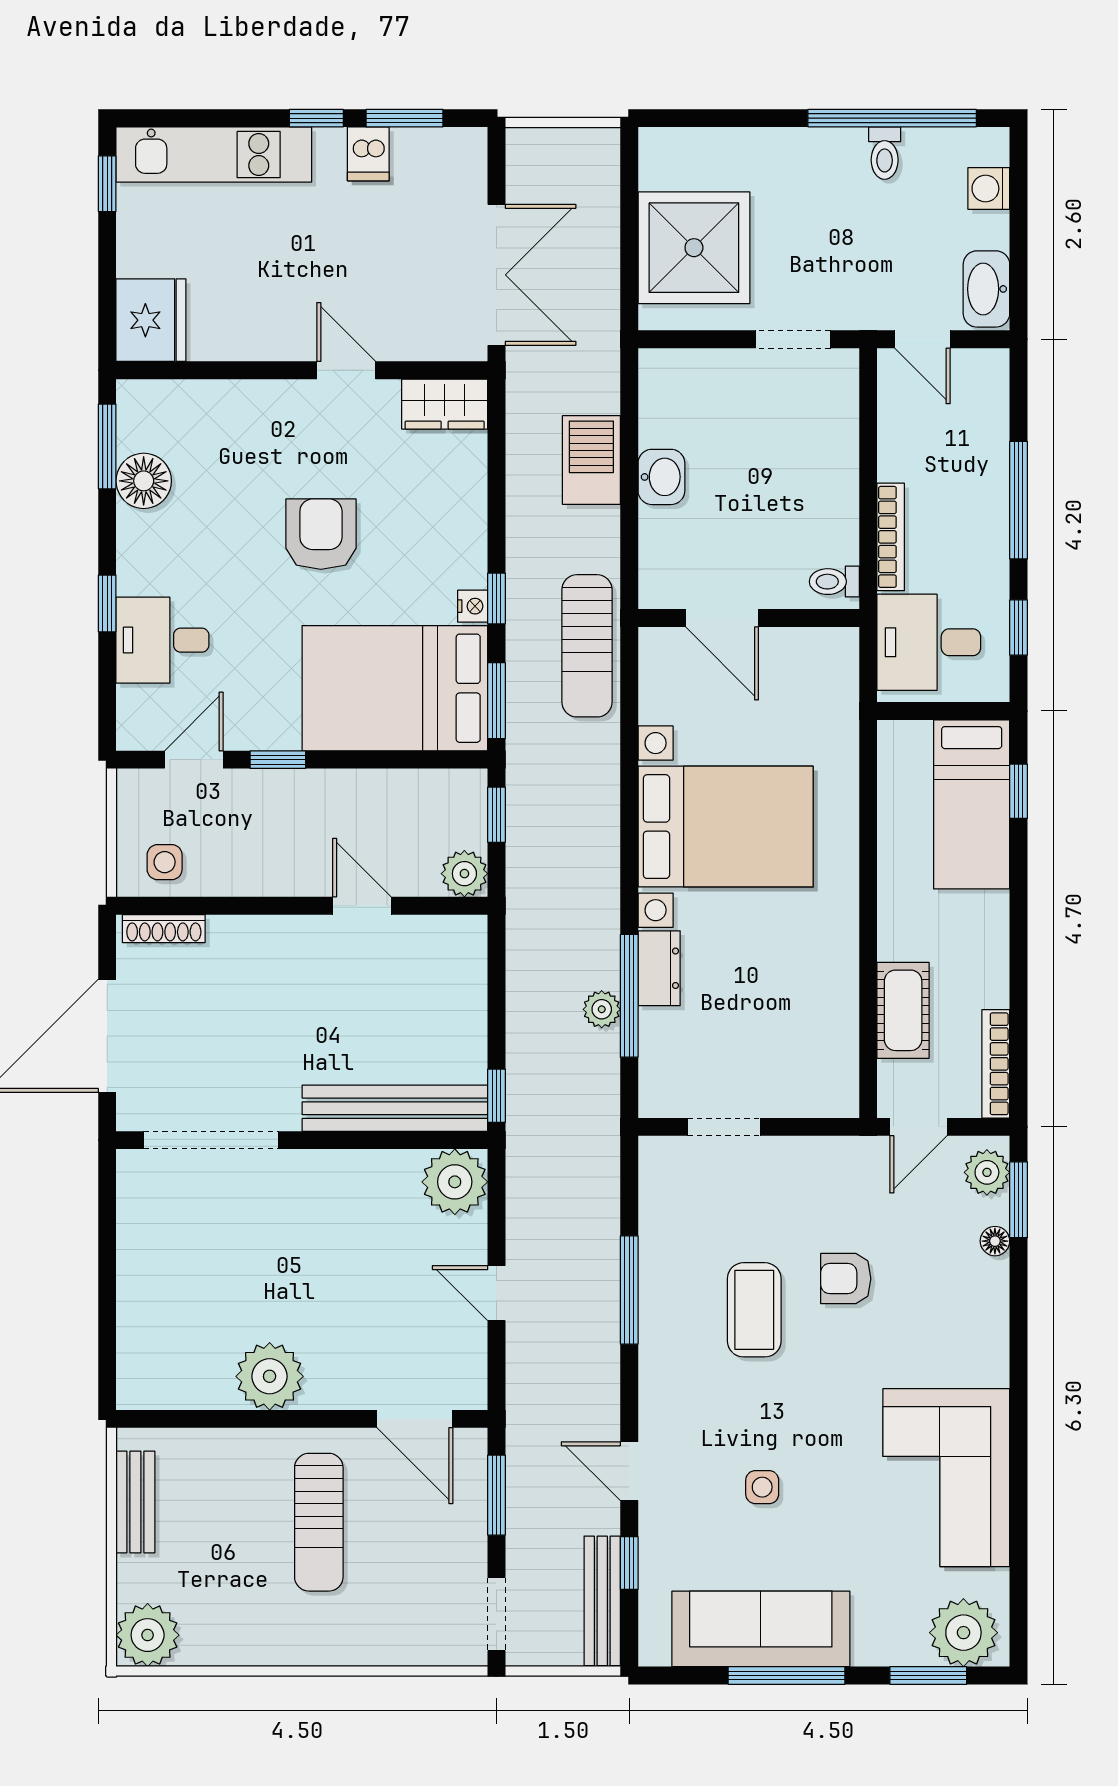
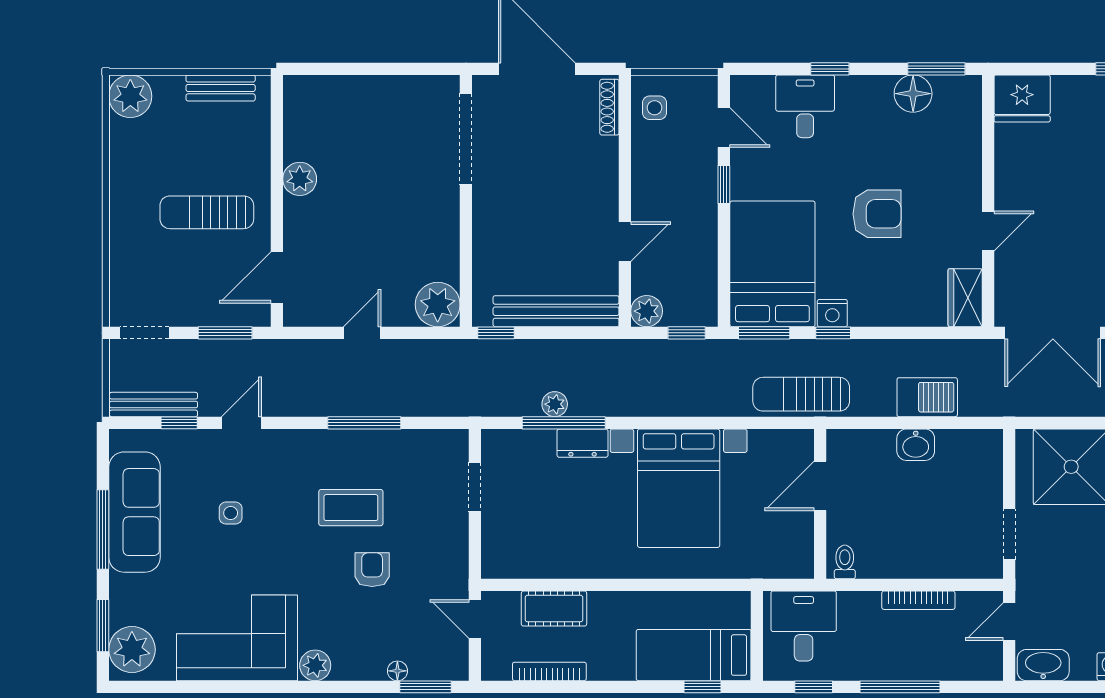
bookcase: (891, 537) -> (918, 600), moved
nightstand: (473, 606) -> (832, 313), width x1.39, depth x1.35
bookcase: (996, 1064) -> (549, 671), moved
bench: (395, 1108) -> (556, 311), moved, turned 90
plant: (987, 1172) -> (315, 665), moved
plant: (270, 1376) -> (300, 179), width x0.73, depth x0.73

